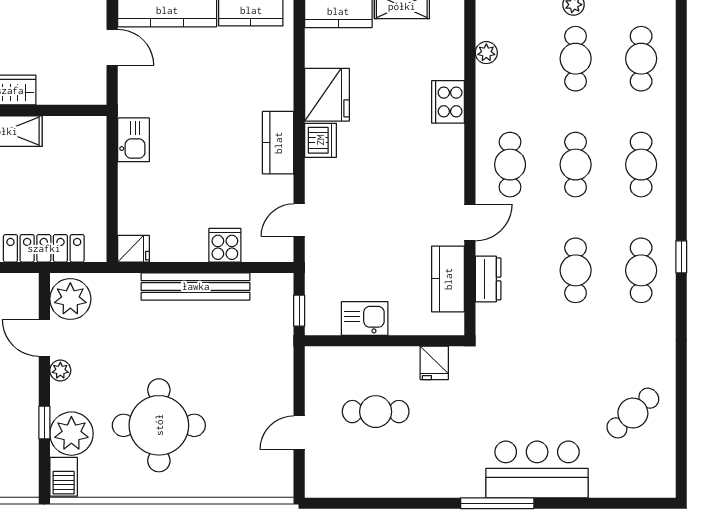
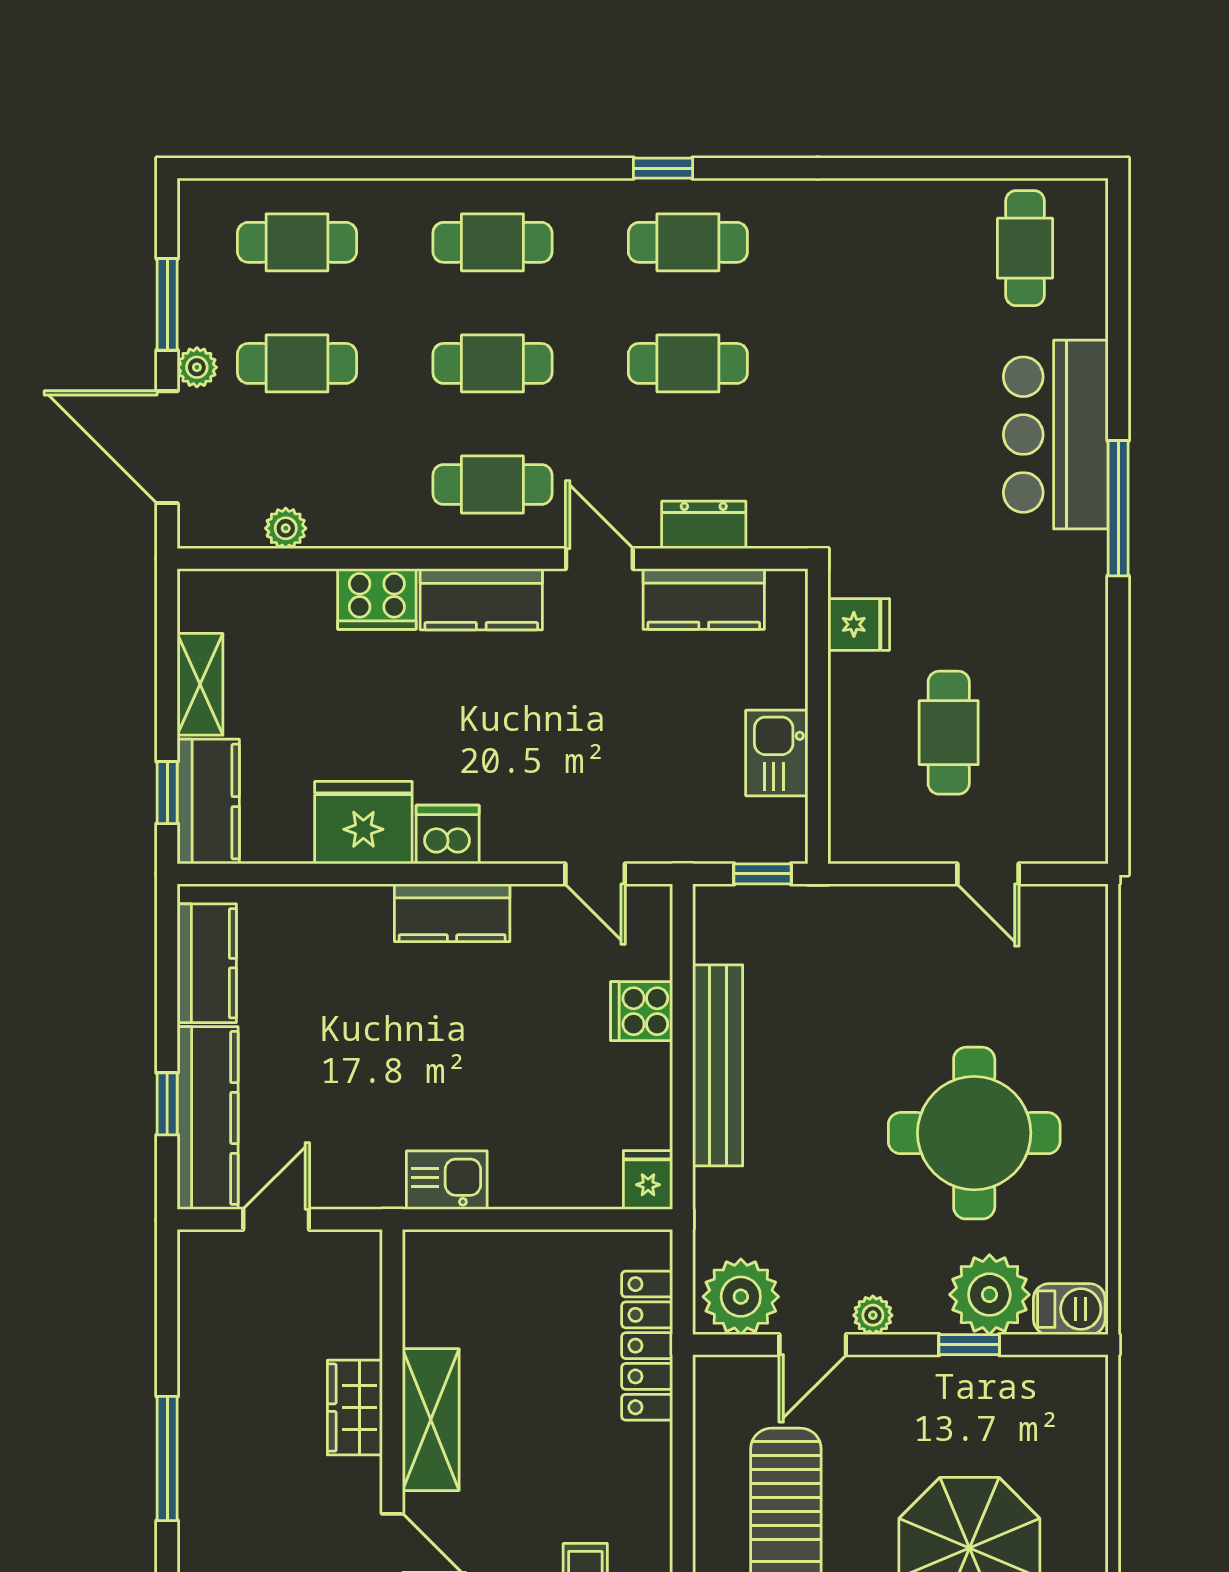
kitchen counter: (448, 158) -> (481, 599), added
cafe table: (633, 413) -> (1025, 248), moved, turned 43

